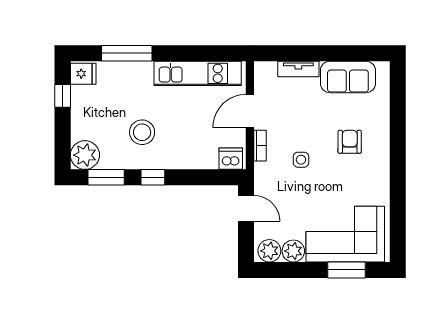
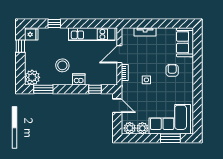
window: (127, 53) -> (54, 24), width x0.46
sofa: (348, 77) -> (185, 42), moved, turned 90
dishwasher: (231, 159) -> (79, 79), moved
window: (153, 177) -> (95, 89), moved

